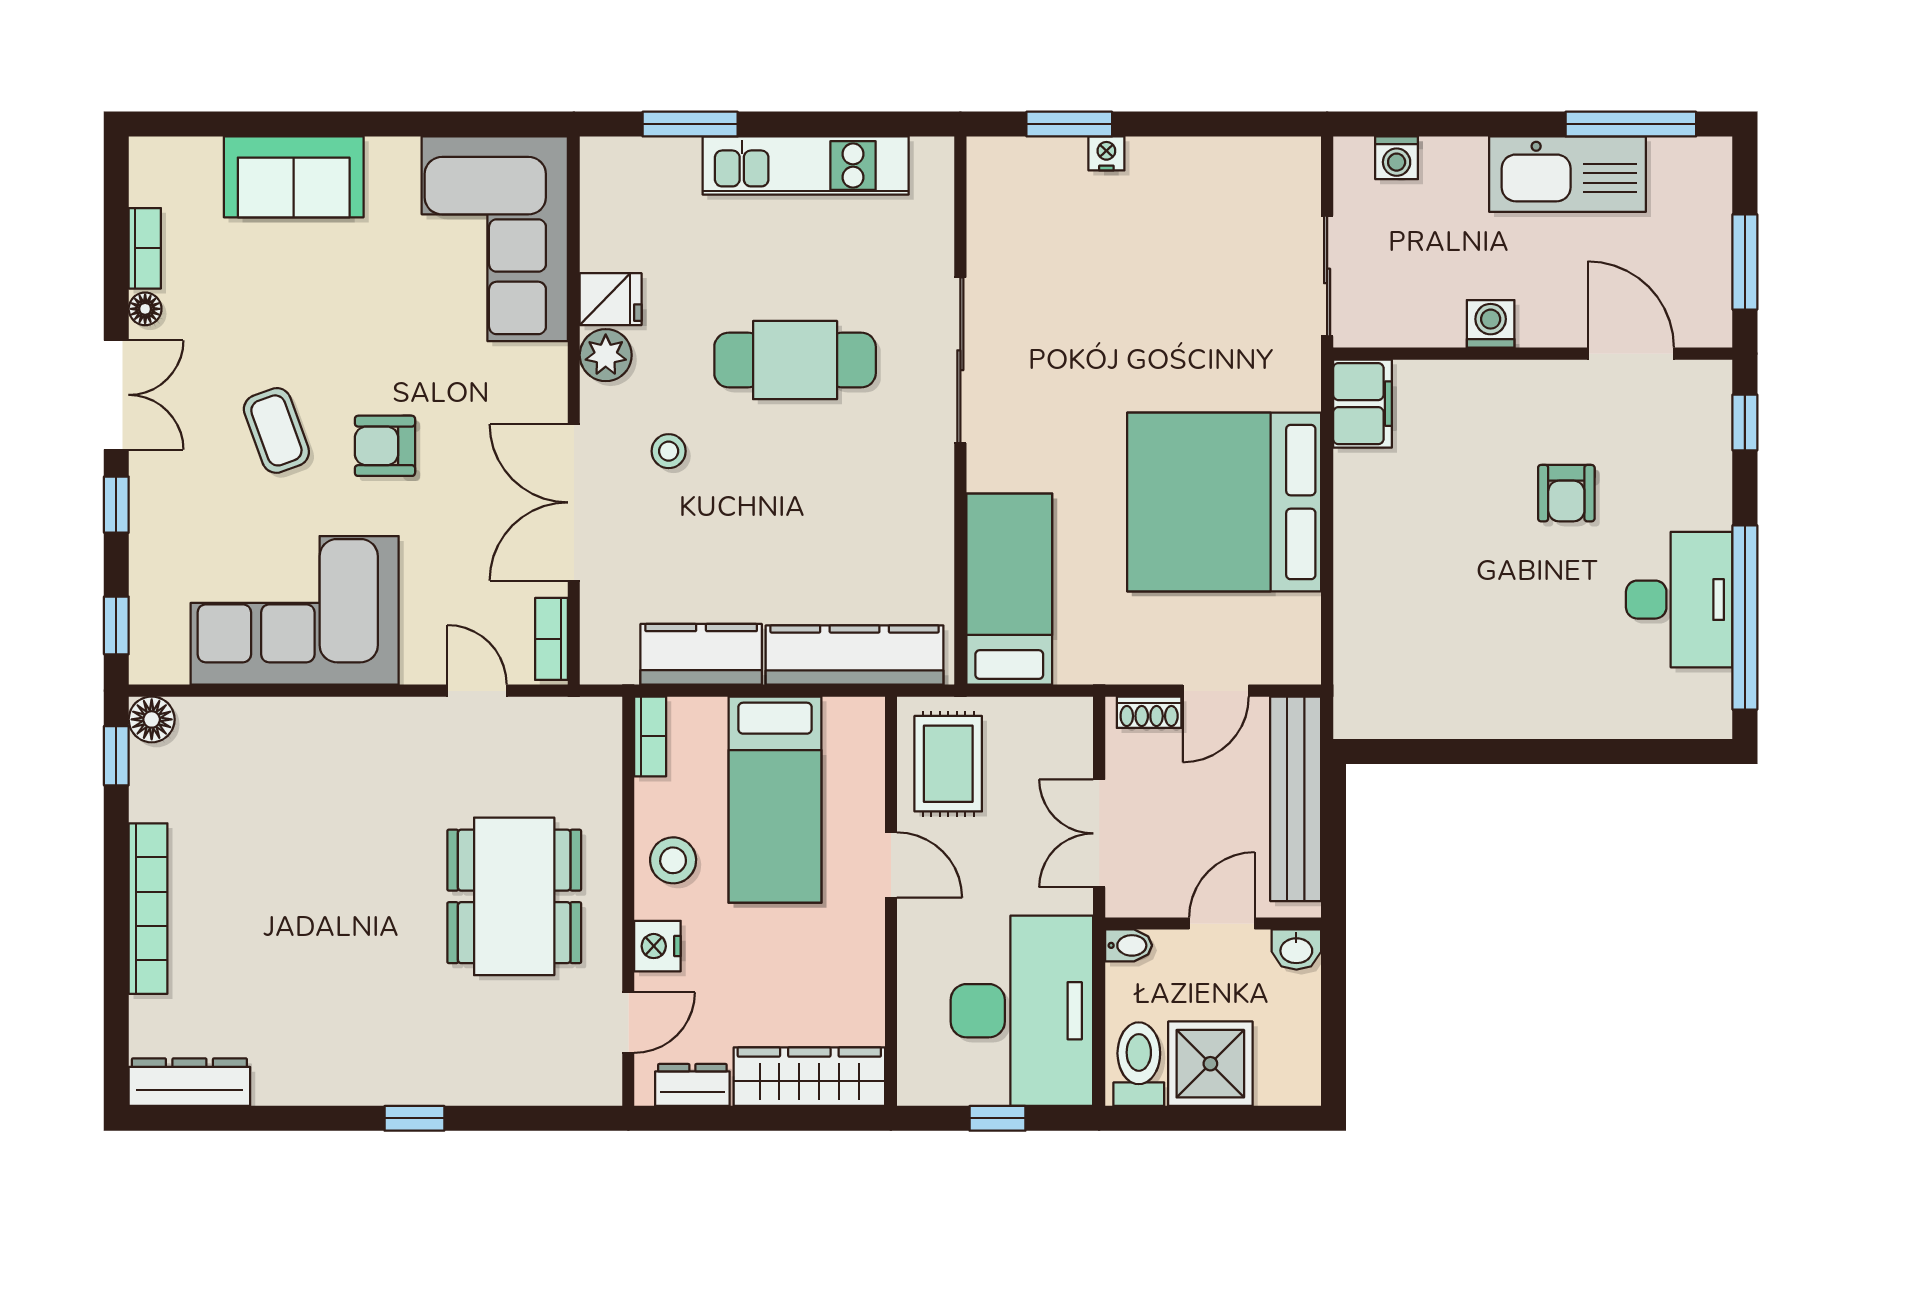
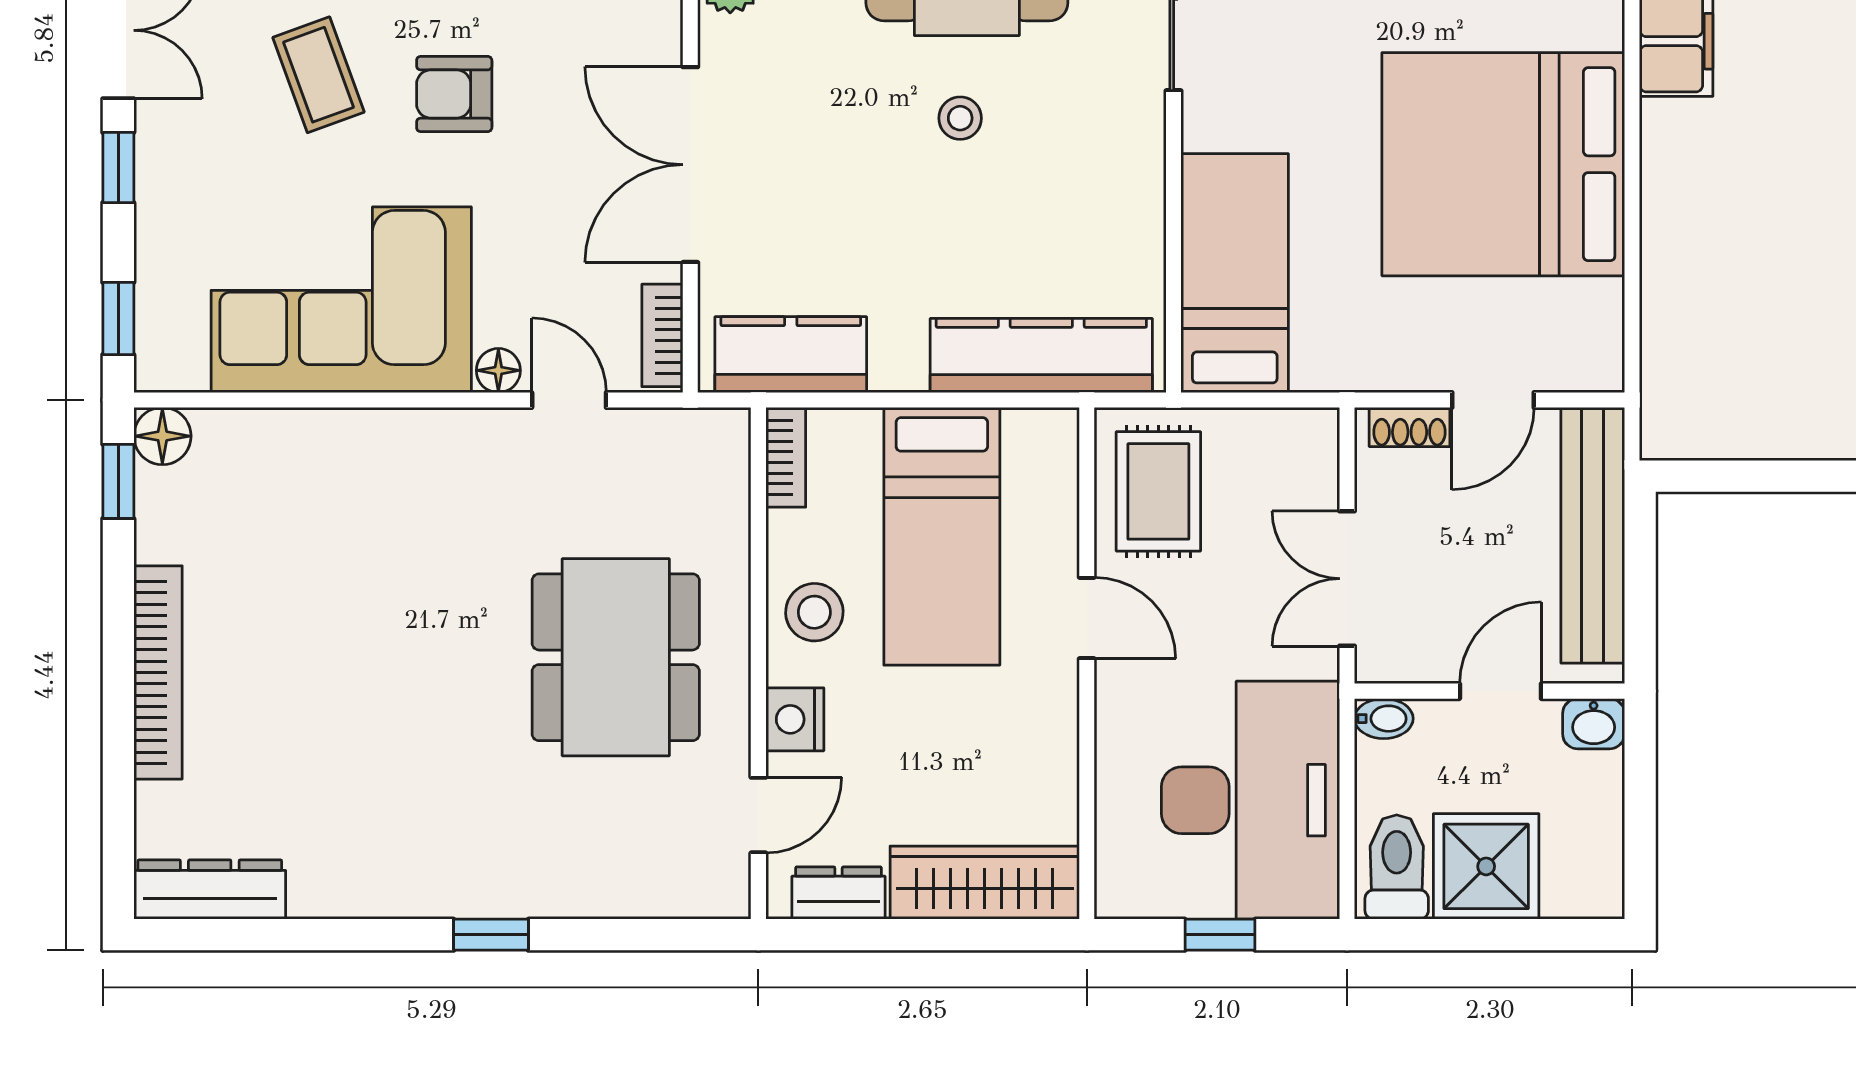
stool: (669, 451) -> (960, 118), moved
kitchen counter: (701, 654) -> (791, 355), moved
floor lamp: (420, 667) -> (498, 370), added

